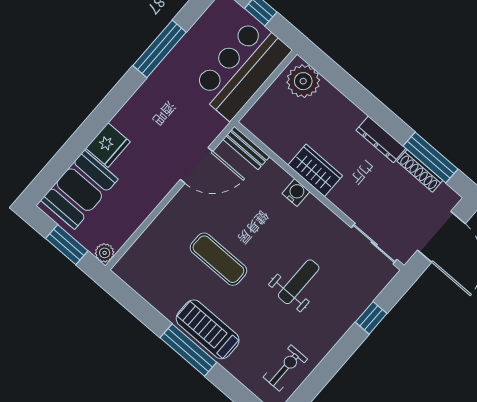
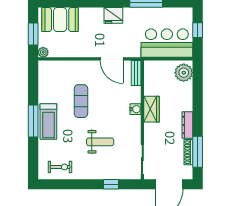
fridge: (108, 145) -> (113, 15), moved
treadmill: (208, 329) -> (48, 122), turned 180

